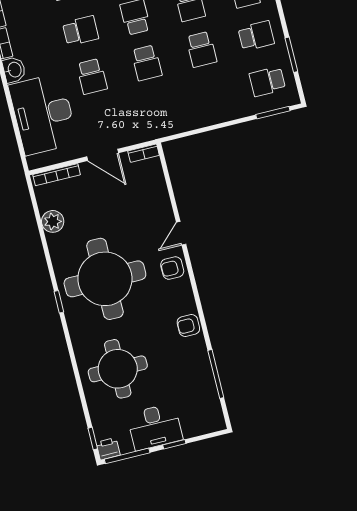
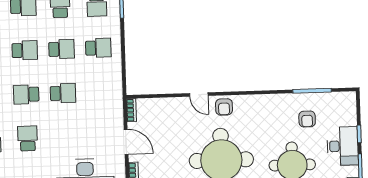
school desk: (92, 76) -> (98, 48), moved
door: (103, 155) -> (126, 142), hinge flipped
armchair: (188, 326) -> (307, 119), moved

